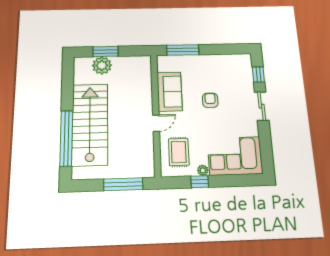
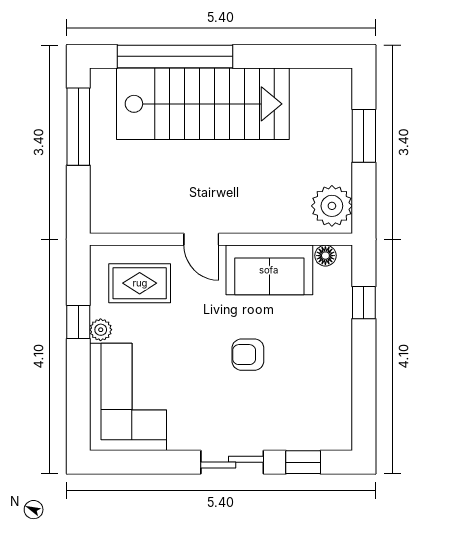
window: (183, 50) -> (364, 303), width x0.46
plant: (102, 65) -> (332, 206), moved
floor lamp: (162, 67) -> (325, 256), added
armchair: (210, 100) -> (248, 355), turned 180
window: (123, 184) -> (78, 127), moved

